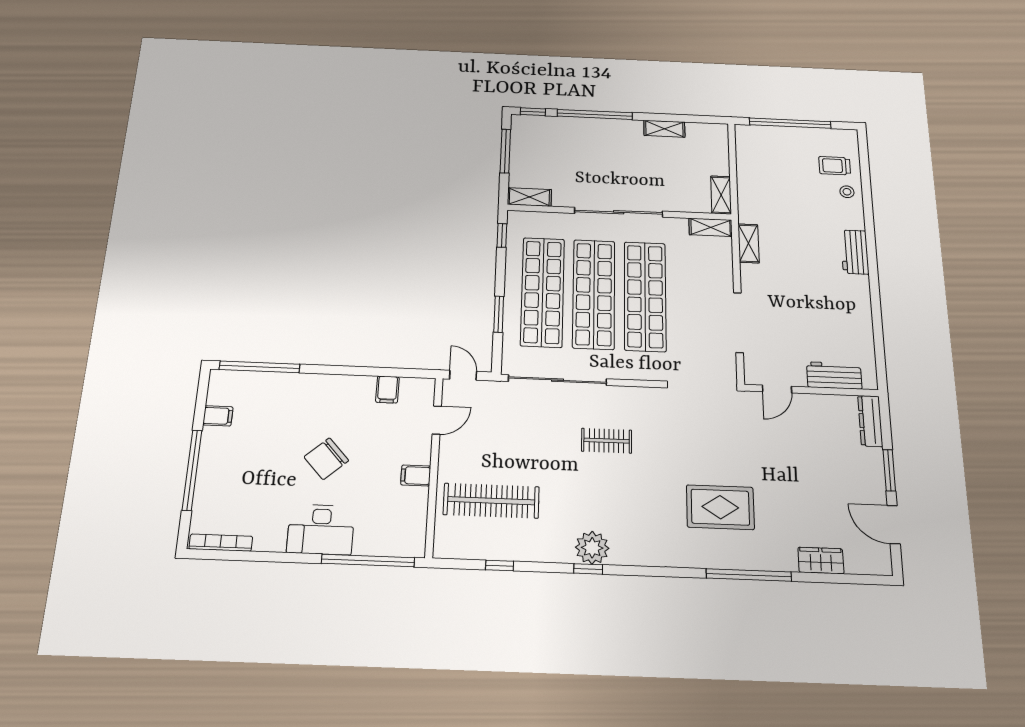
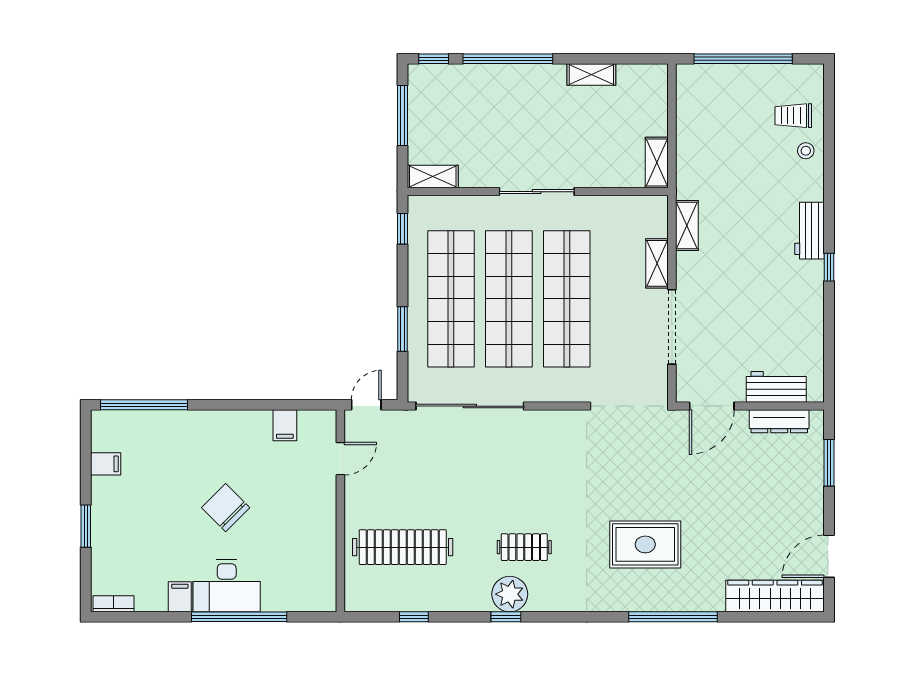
sliding door: (619, 212) -> (537, 192), width x0.73
shelving: (711, 227) -> (657, 263), moved, turned 90
window: (874, 281) -> (829, 267), added
door: (463, 375) -> (366, 405), hinge flipped
door: (777, 389) -> (712, 406), width x1.38
dresser: (870, 421) -> (779, 421), moved, turned -90
clothes rail: (607, 441) -> (524, 547), moved
chair: (326, 459) -> (226, 508), turned 87
window: (192, 470) -> (86, 526), width x0.47
window: (889, 470) -> (829, 463), moved
filing cabinet: (416, 475) -> (180, 597), moved, turned 90
door: (894, 525) -> (829, 556), hinge flipped
bookcase: (221, 543) -> (114, 604), width x0.64
wardrobe: (821, 560) -> (775, 596), width x2.10, depth x1.17
window: (368, 561) -> (239, 617), moved

